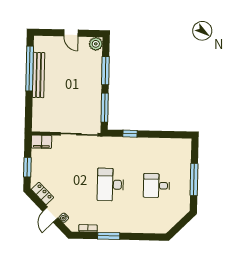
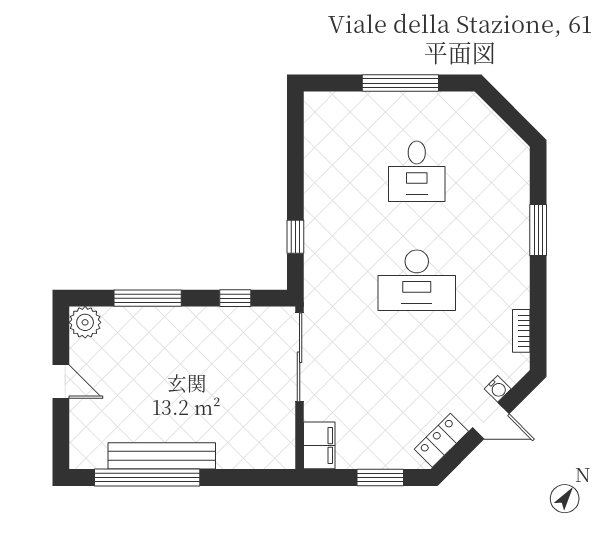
door: (71, 33) -> (61, 382), hinge flipped
window: (105, 108) -> (235, 298), width x0.46
window: (109, 236) -> (538, 230), moved

